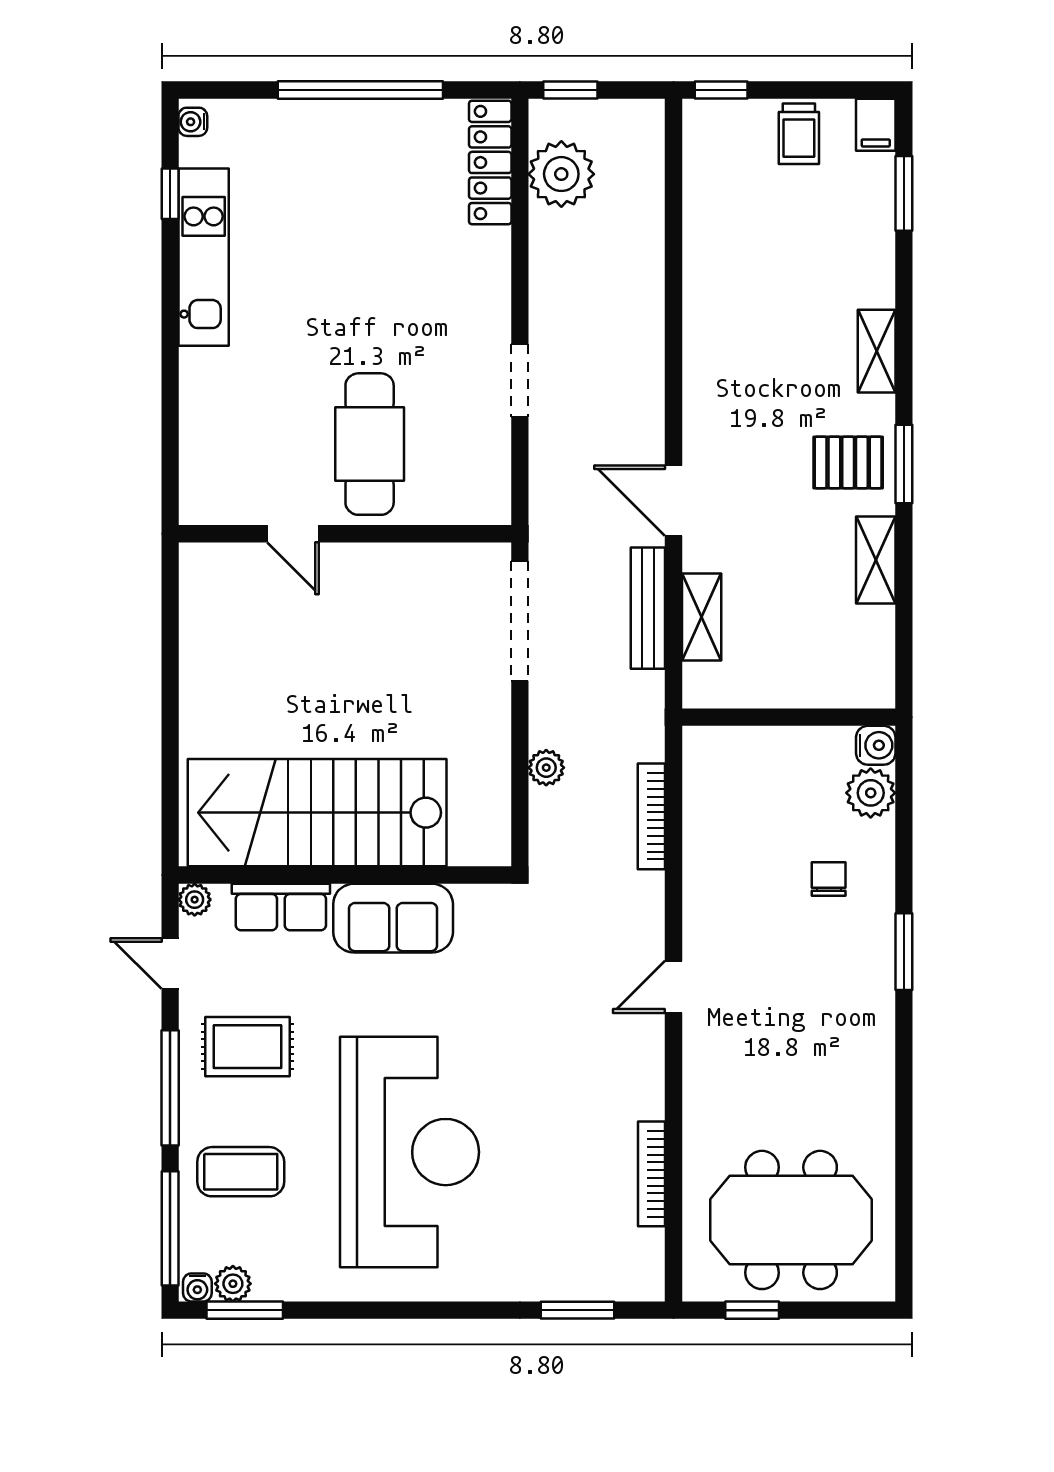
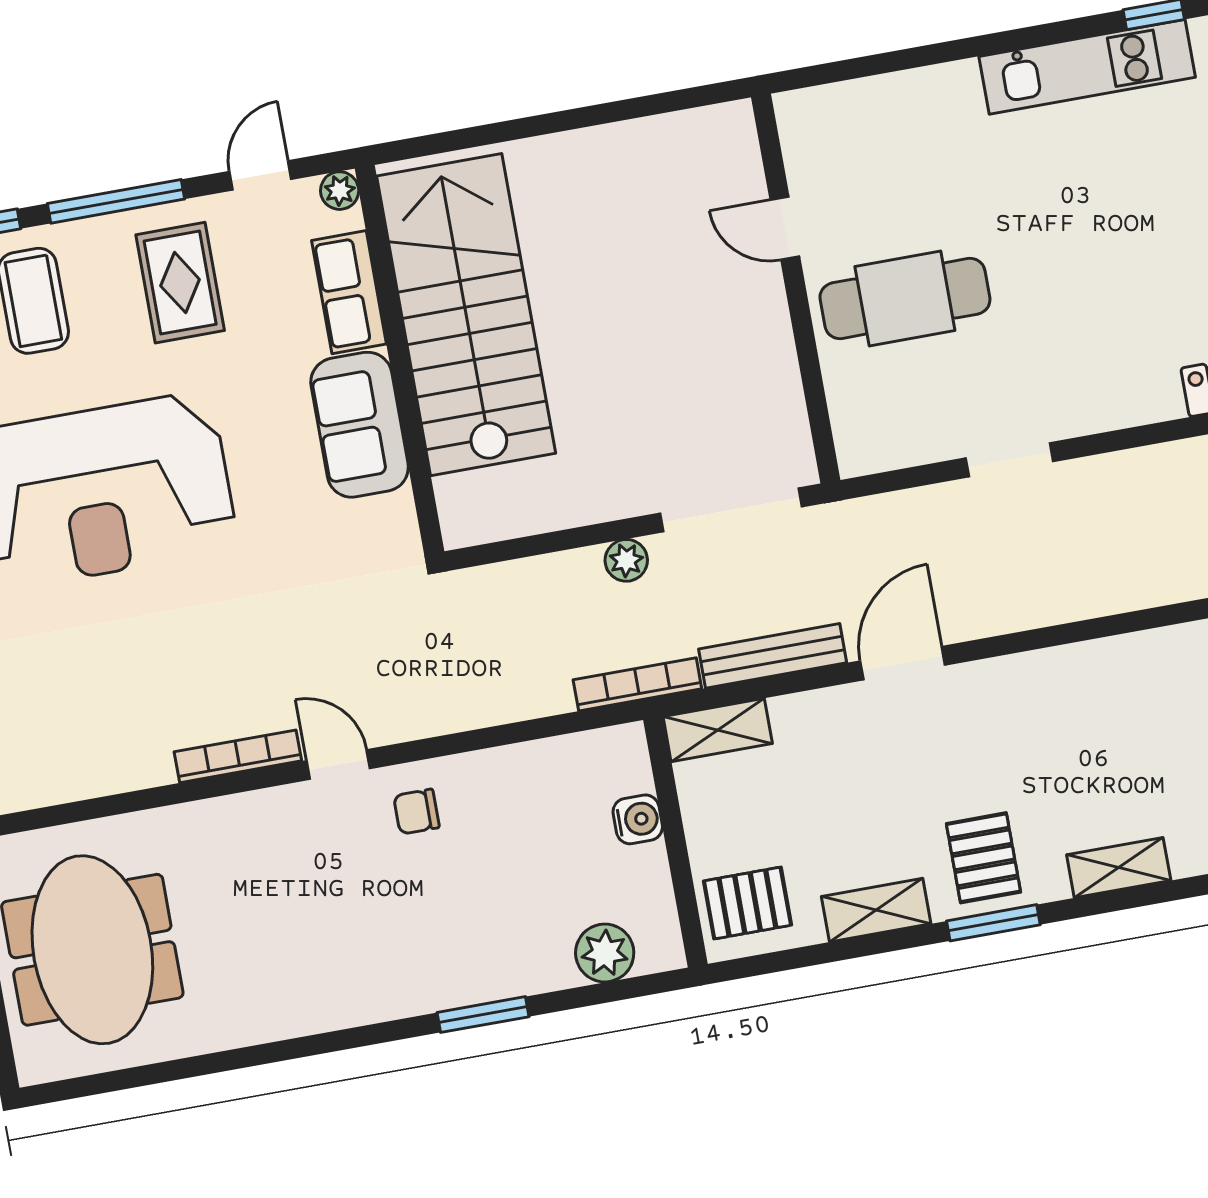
door: (293, 534) -> (785, 228), hinge flipped
shelving: (702, 617) -> (718, 730), moved
pallet: (850, 666) -> (747, 903), added
water cooler: (876, 745) -> (638, 819), moved, turned -90
plant: (546, 768) -> (626, 560), moved
bookcase: (651, 816) -> (637, 684), moved
chair: (829, 879) -> (416, 812), moved, turned 180
window: (904, 952) -> (483, 1015), moved
bookcase: (652, 1174) -> (238, 756), moved

